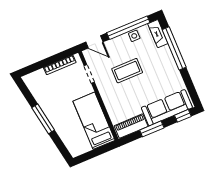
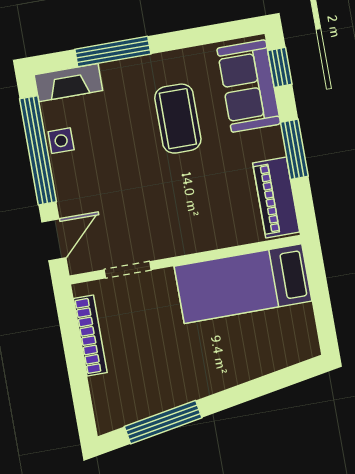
window: (174, 48) -> (113, 52), width x0.68
coffee table: (127, 71) -> (178, 119), moved
sofa: (167, 108) -> (249, 86), width x0.73
window: (43, 119) -> (163, 422), moved

